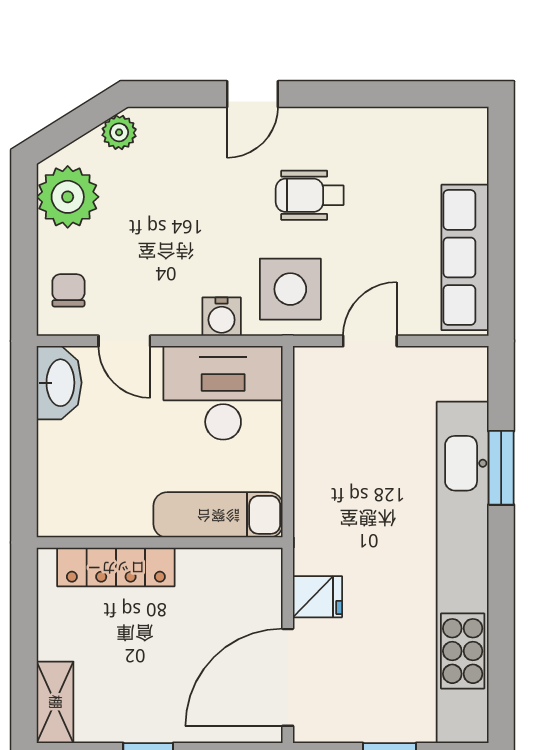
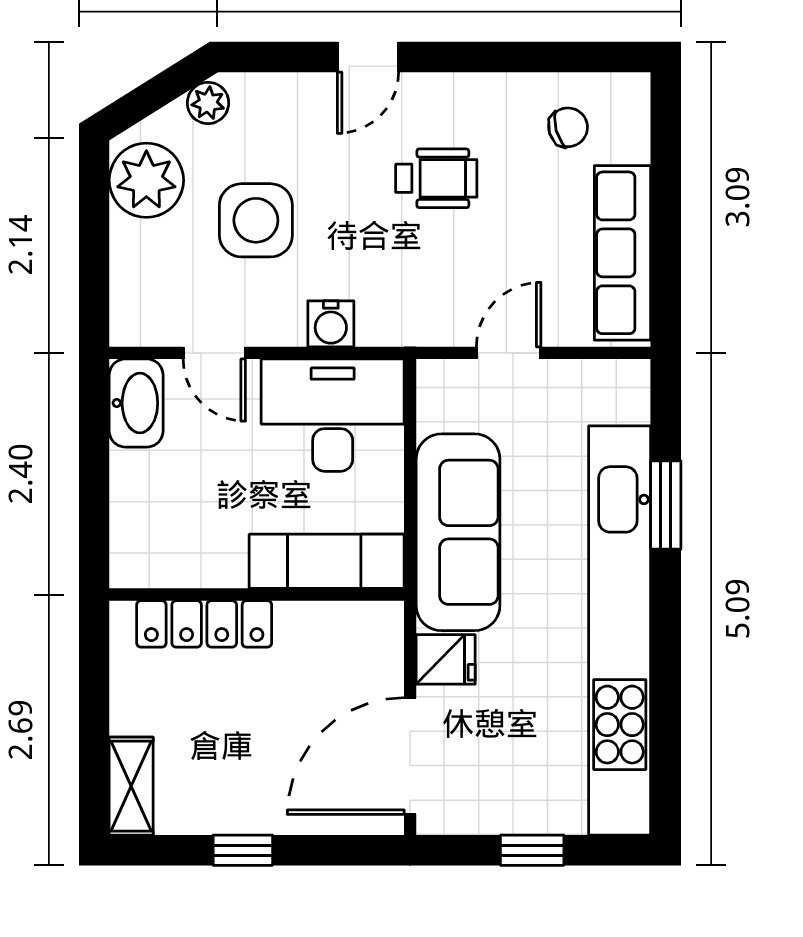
wheelchair: (310, 195) -> (436, 178), turned 180
side table: (290, 289) -> (256, 220), moved
chair: (68, 290) -> (568, 127), moved, turned 74
sofa: (328, 491) -> (458, 532), added

